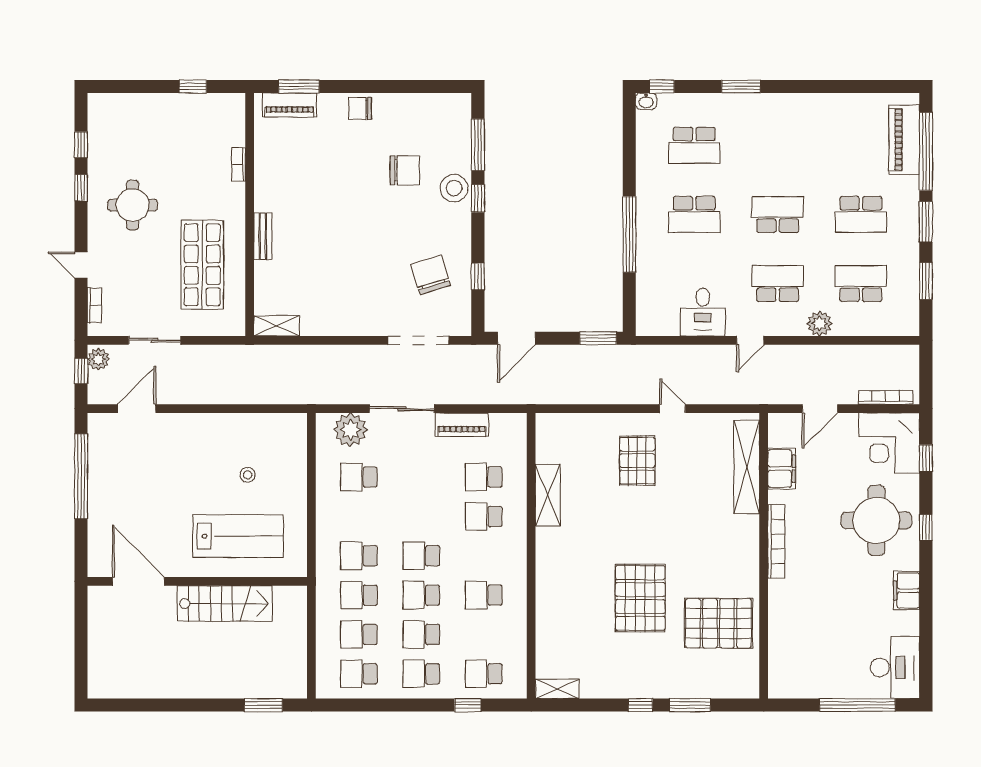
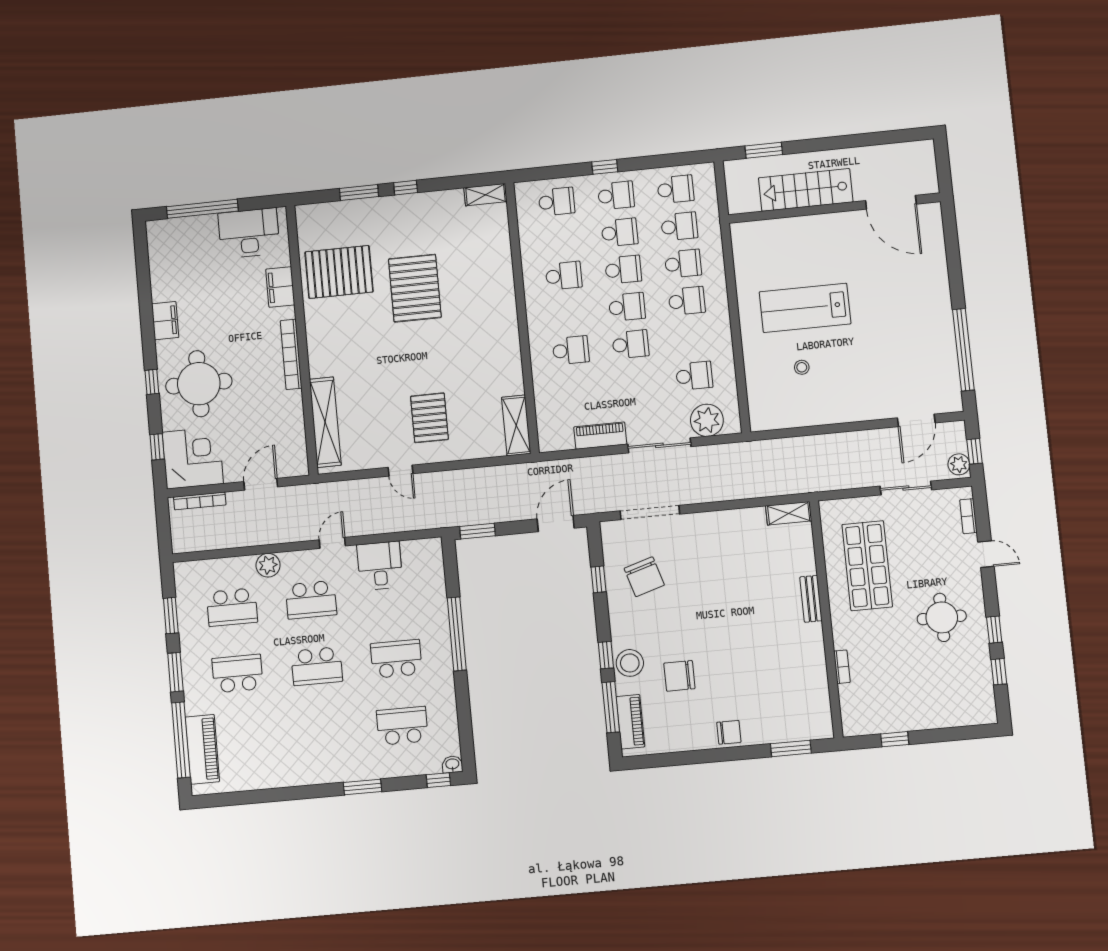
piano: (290, 105) -> (630, 722), moved, turned 90
filing cabinet: (782, 469) -> (280, 287), moved
school desk: (484, 477) -> (631, 344), moved
shelving: (548, 495) -> (516, 425), moved
door: (138, 581) -> (891, 202), moved
wall: (197, 581) -> (834, 208), moved
stairs: (225, 604) -> (806, 190), moved
desk: (895, 667) -> (249, 233), moved, turned 90
window: (468, 705) -> (605, 167), moved

